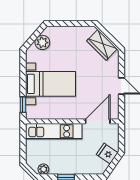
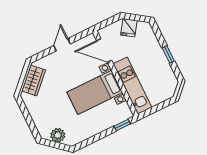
bed with nightstands: (50, 84) -> (95, 92), moved, turned -90
plant: (43, 169) -> (171, 78), removed

